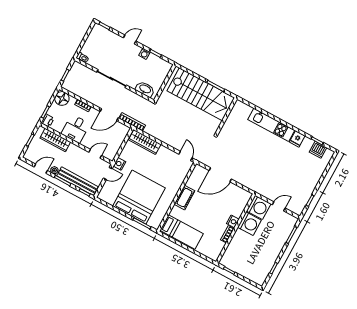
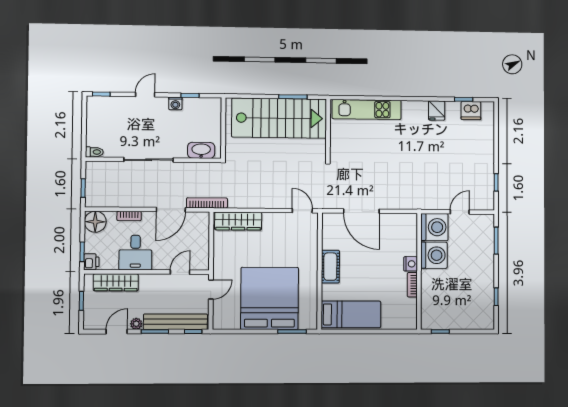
kitchen unit: (271, 125) -> (367, 109), moved
nightstand: (119, 164) -> (220, 268), removed
door: (220, 175) -> (361, 211), hinge flipped

